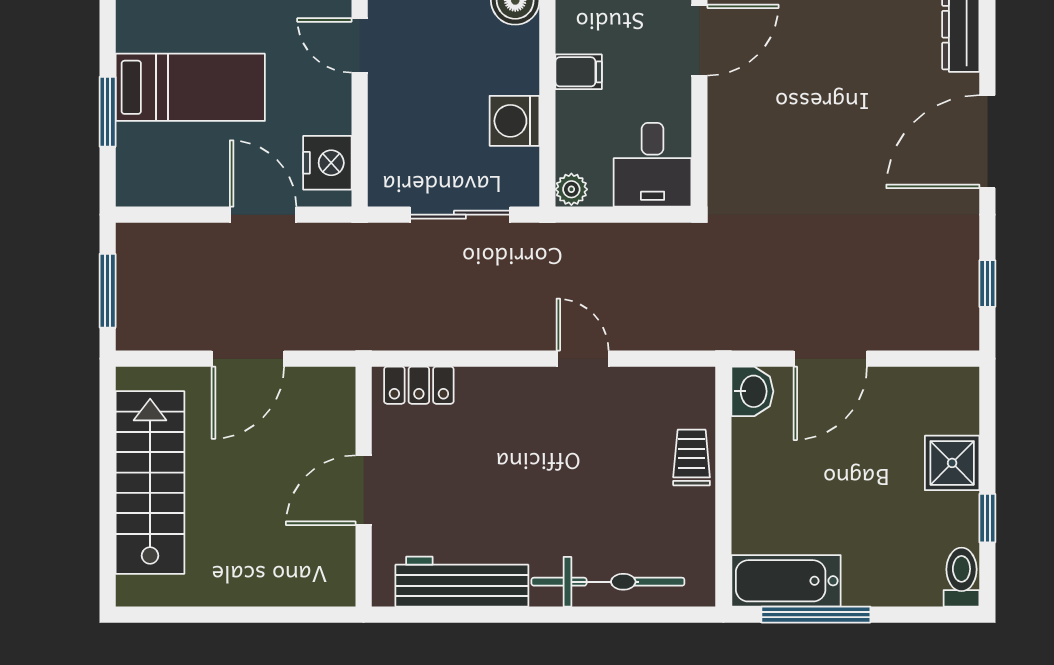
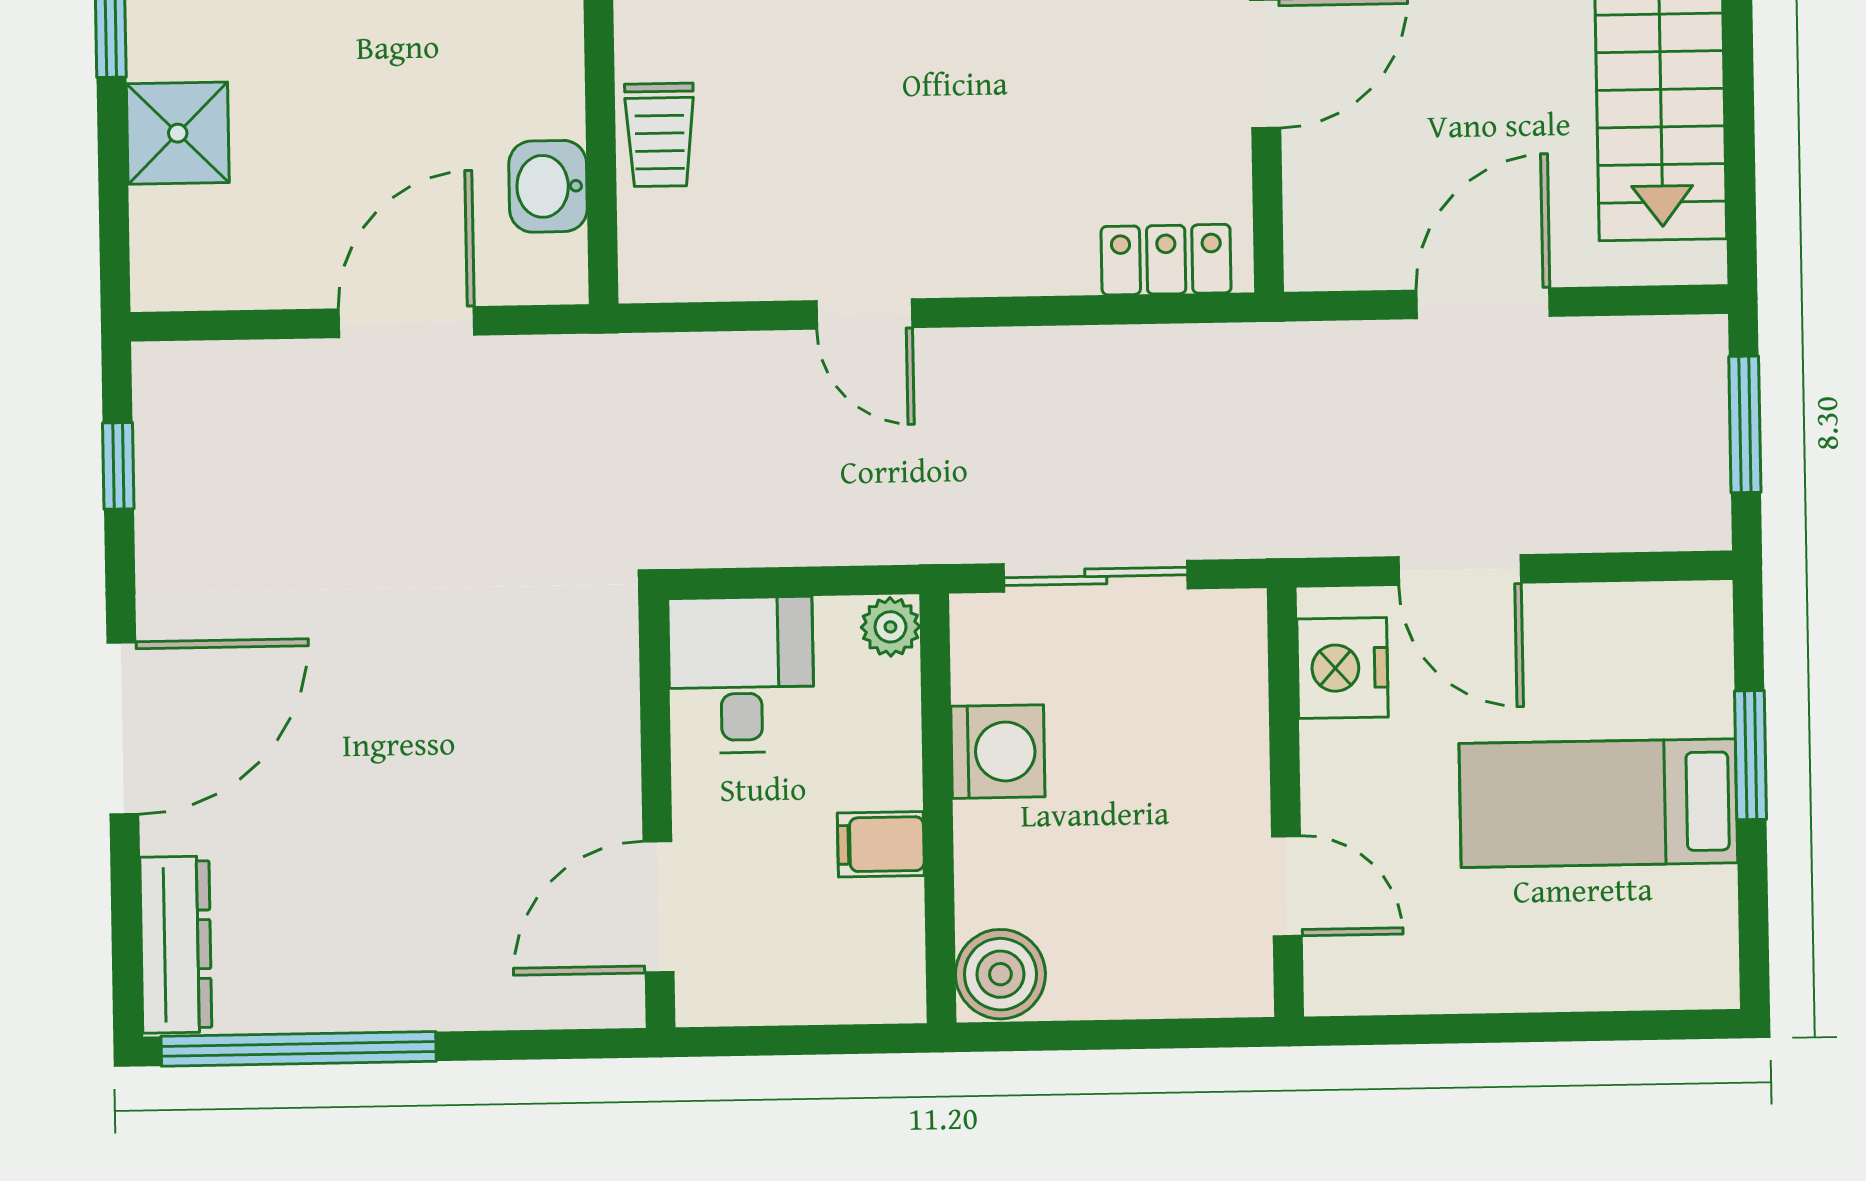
washbasin: (752, 391) -> (548, 186), moved

